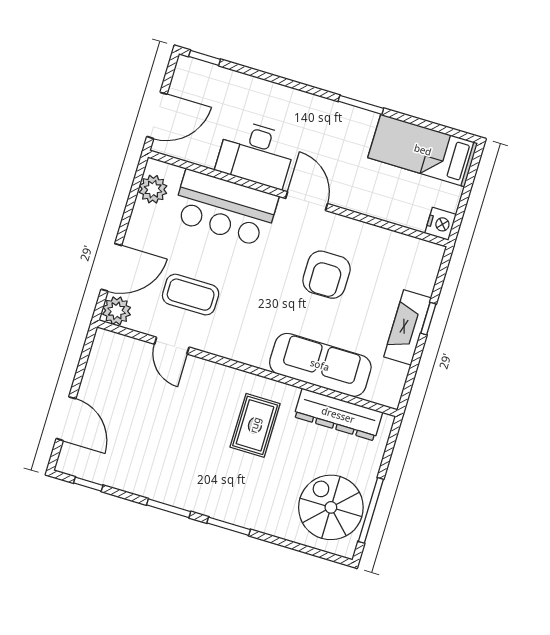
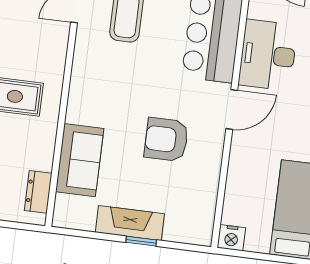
sofa: (320, 365) -> (80, 160), width x0.73
dresser: (338, 415) -> (38, 192), width x0.51, depth x0.80

